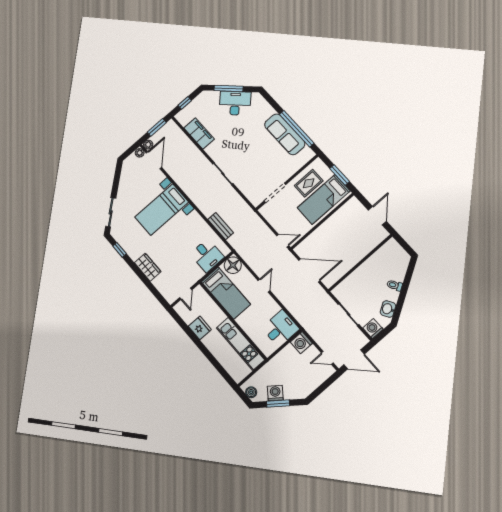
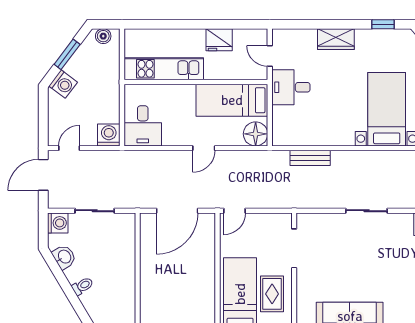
desk: (207, 255) -> (291, 87), moved
door: (264, 286) -> (204, 148), hinge flipped
washing machine: (275, 393) -> (63, 84), moved

